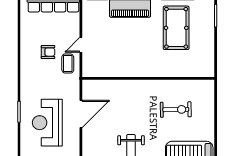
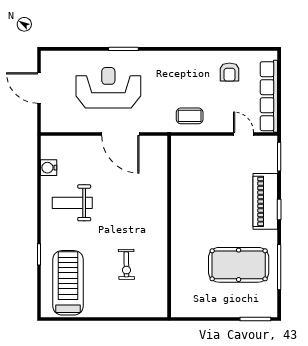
door: (81, 45) -> (244, 134), moved
armchair: (48, 52) -> (229, 72), moved
exercise bike: (176, 110) -> (126, 264), width x0.73, depth x0.72

